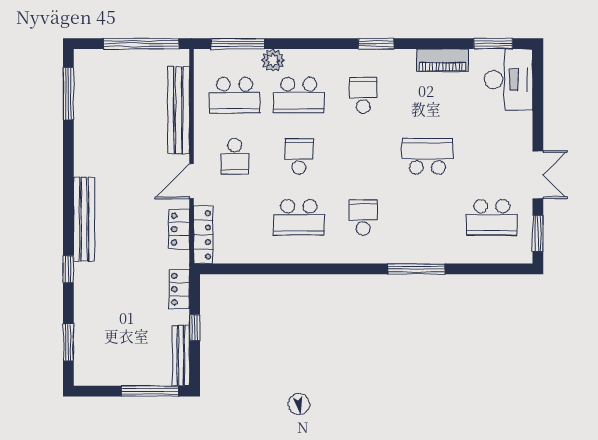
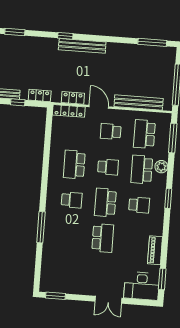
window: (376, 44) -> (168, 198), moved
plant: (273, 60) -> (161, 167), moved
double door: (538, 175) -> (108, 300), moved
school desk: (492, 217) -> (105, 202), moved
window: (68, 269) -> (65, 36), moved

